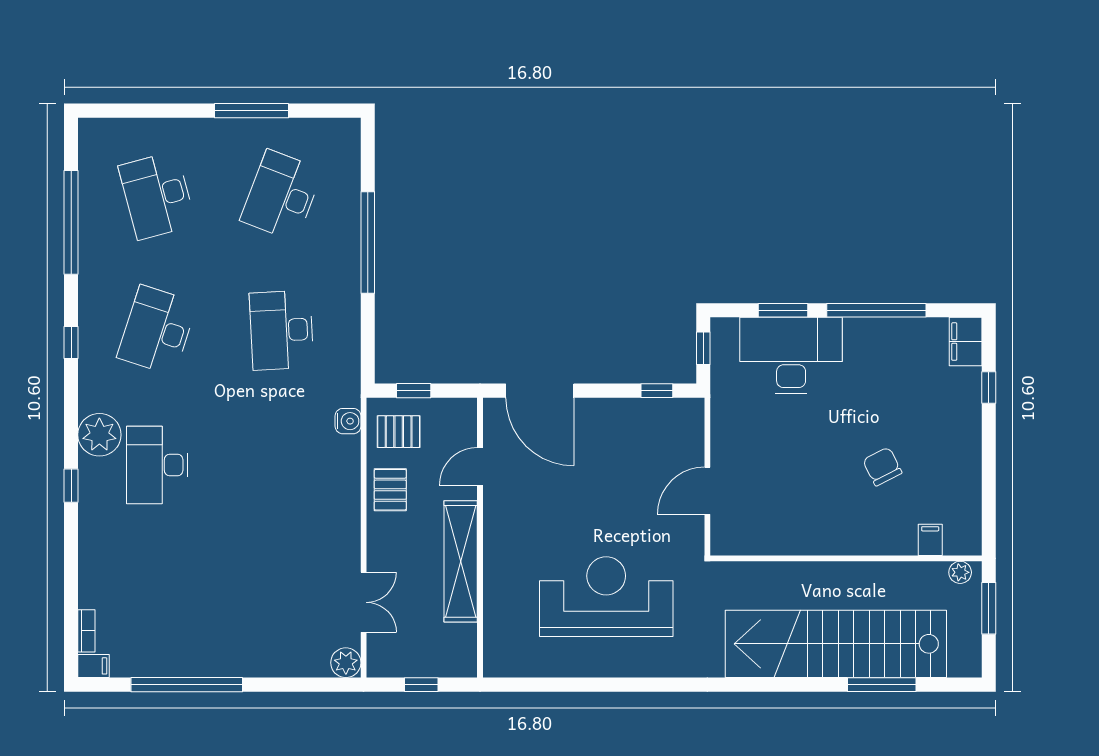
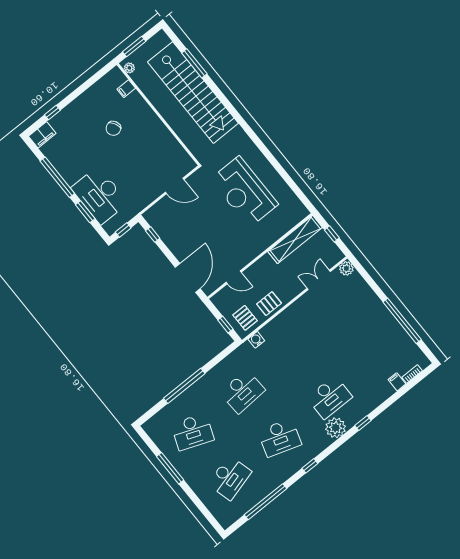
shelving: (461, 561) -> (295, 240), moved
filing cabinet: (94, 666) -> (397, 382), moved

